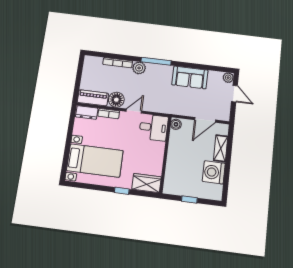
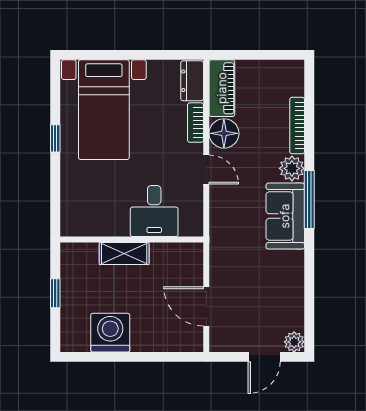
sofa: (190, 77) -> (285, 216), moved
boiler: (176, 124) -> (191, 252), removed
desk: (154, 127) -> (154, 211), moved
shelving: (221, 148) -> (124, 254), moved
wardrobe: (147, 183) -> (75, 211), removed
window: (122, 191) -> (55, 138), moved

